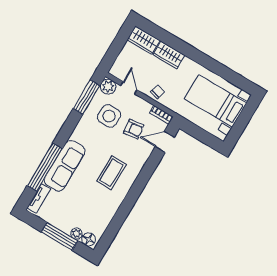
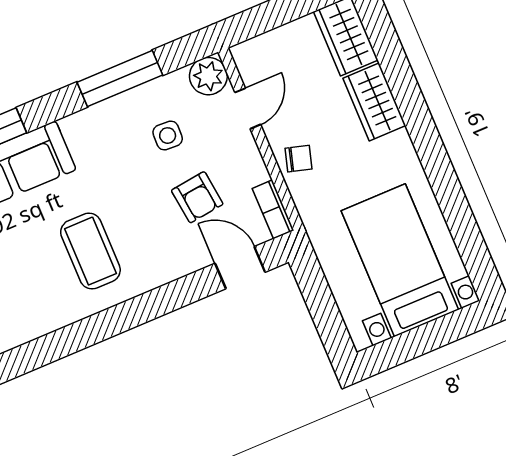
window: (87, 97) -> (120, 79), moved
side table: (109, 116) -> (168, 136), width x0.54, depth x0.54
coffee table: (112, 173) -> (90, 251), turned 90

